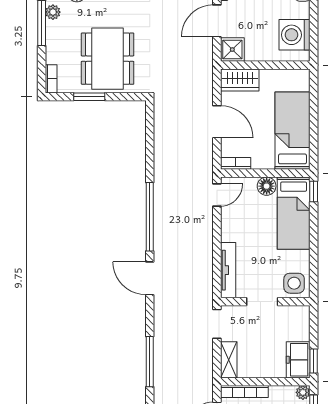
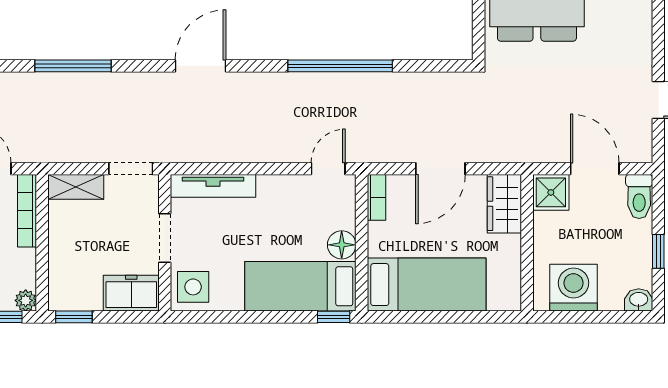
door: (217, 195) -> (328, 169), swing flipped
window: (150, 217) -> (340, 66), moved
freezer: (298, 360) -> (131, 293), moved

